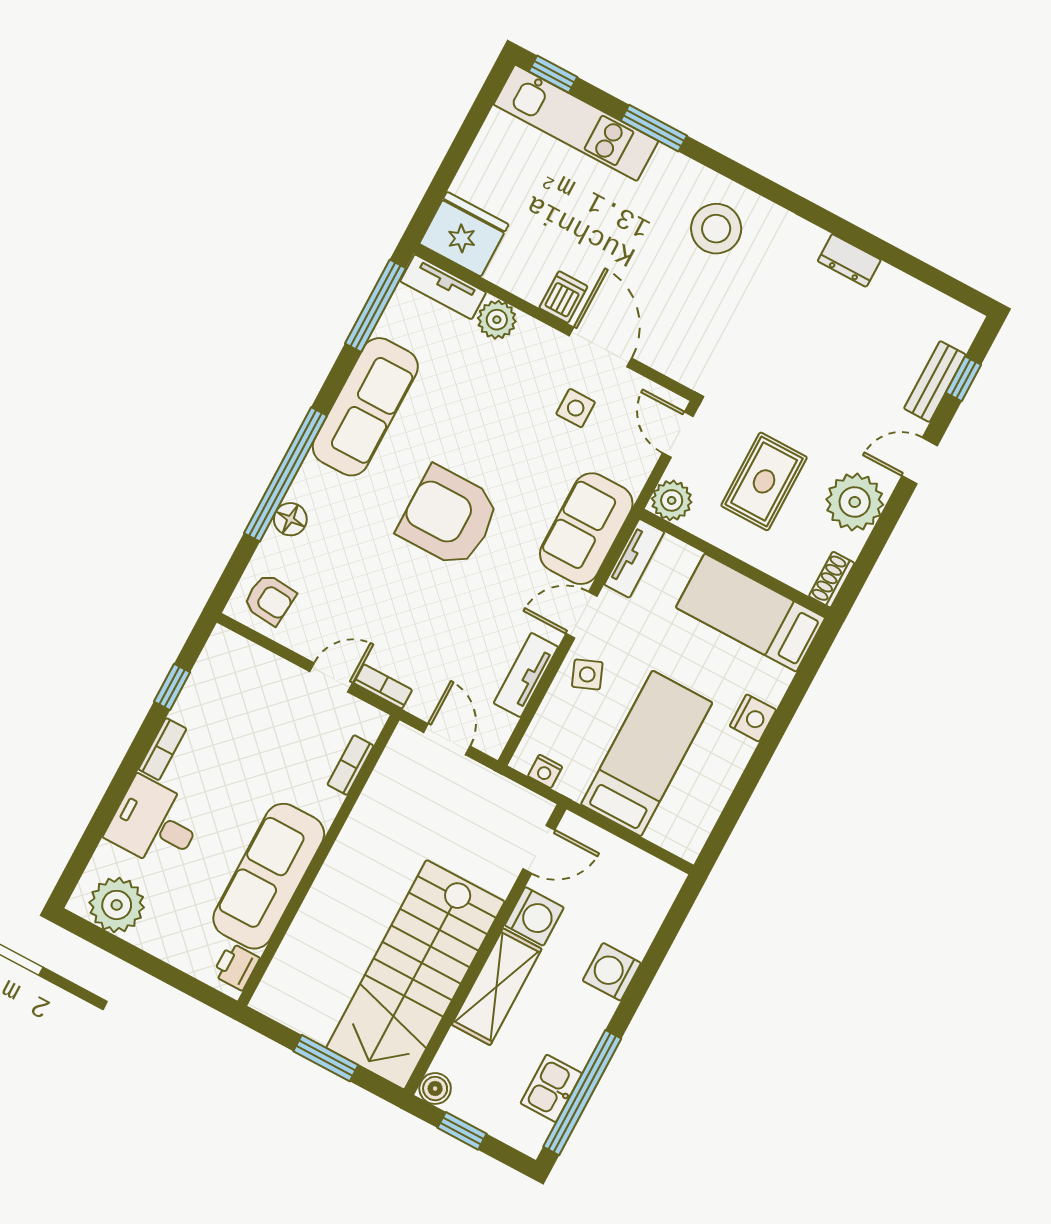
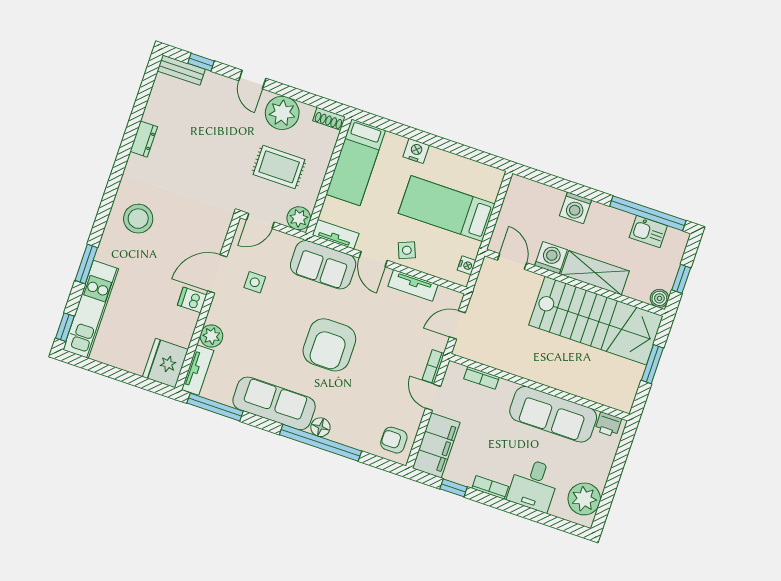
bench: (935, 382) -> (181, 70), moved
floor lamp: (290, 519) -> (320, 427), moved
armchair: (270, 599) -> (394, 440), turned -95
filing cabinet: (249, 669) -> (436, 445), added

